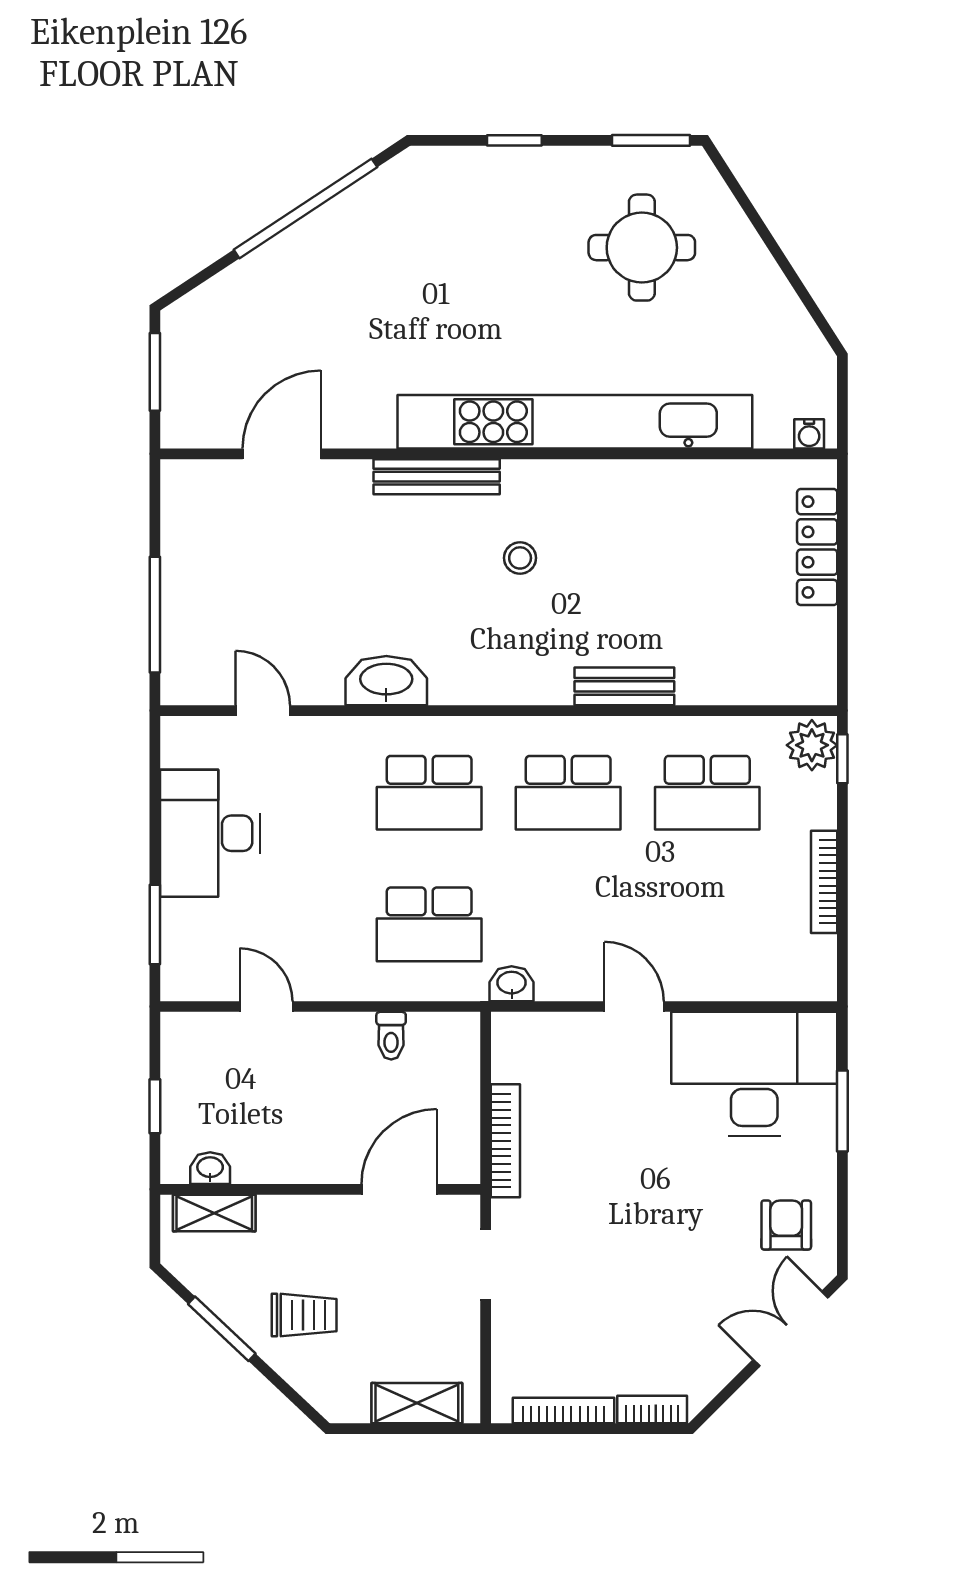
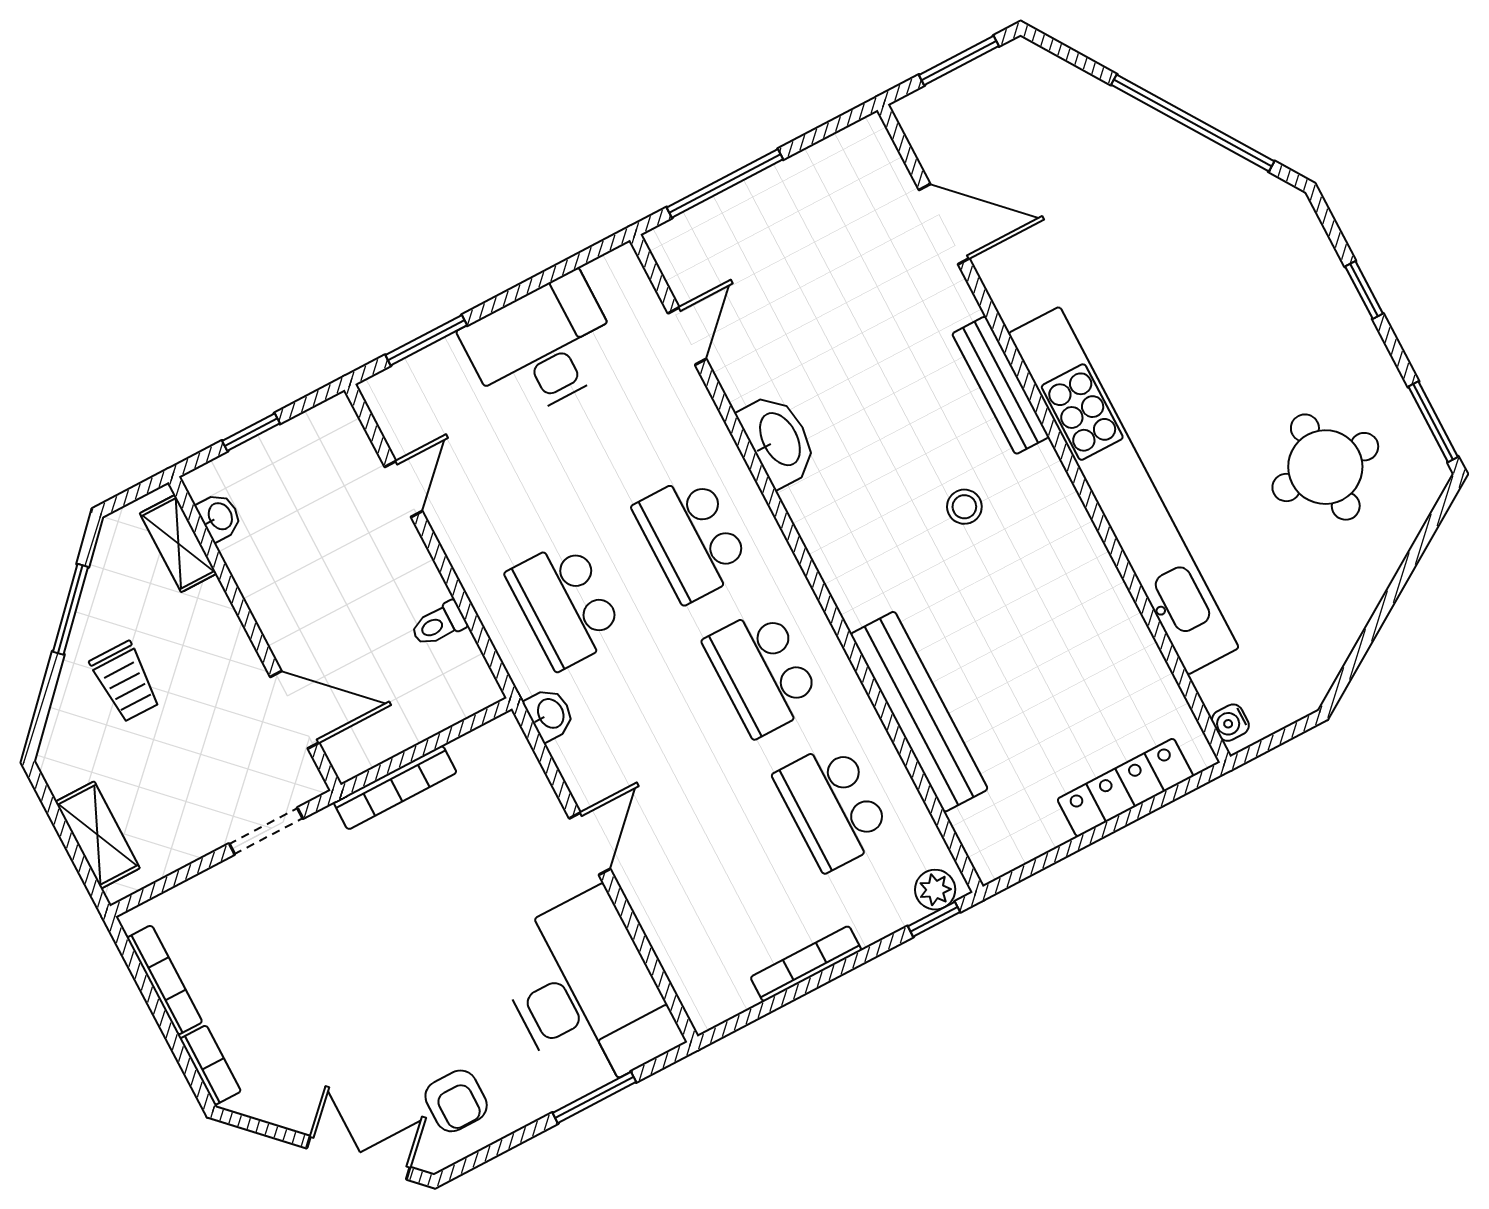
bench: (624, 686) -> (919, 712), width x1.86, depth x1.21
plant: (812, 745) -> (935, 890), width x0.73, depth x0.73
armchair: (786, 1225) -> (456, 1101), turned 90

